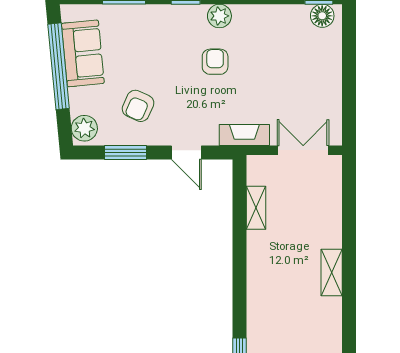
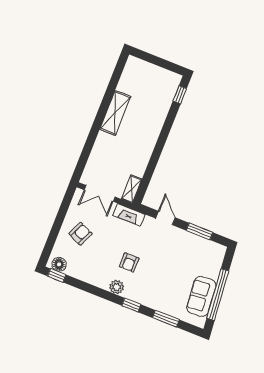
armchair: (138, 106) -> (81, 234), moved
plant: (84, 128) -> (217, 254), removed
shelving: (256, 208) -> (132, 189), moved
shelving: (332, 272) -> (115, 113), width x1.50, depth x1.33

